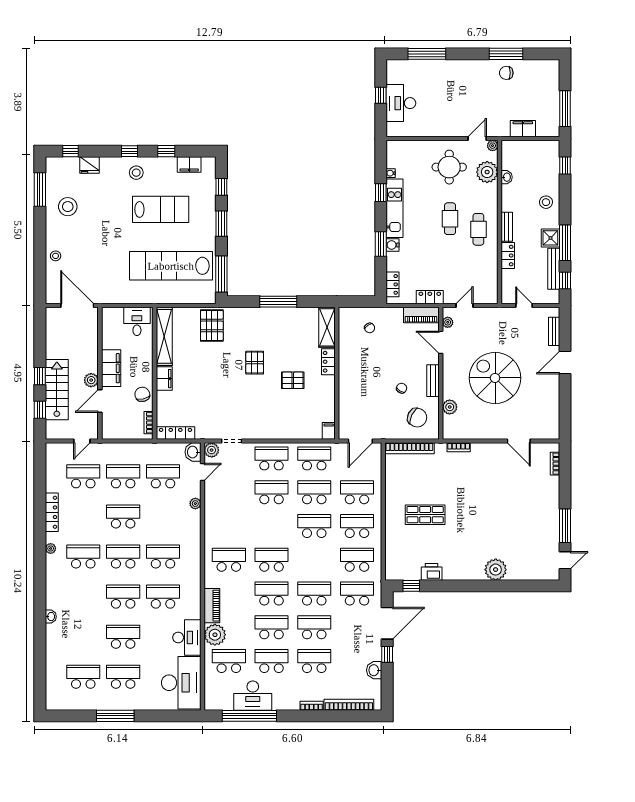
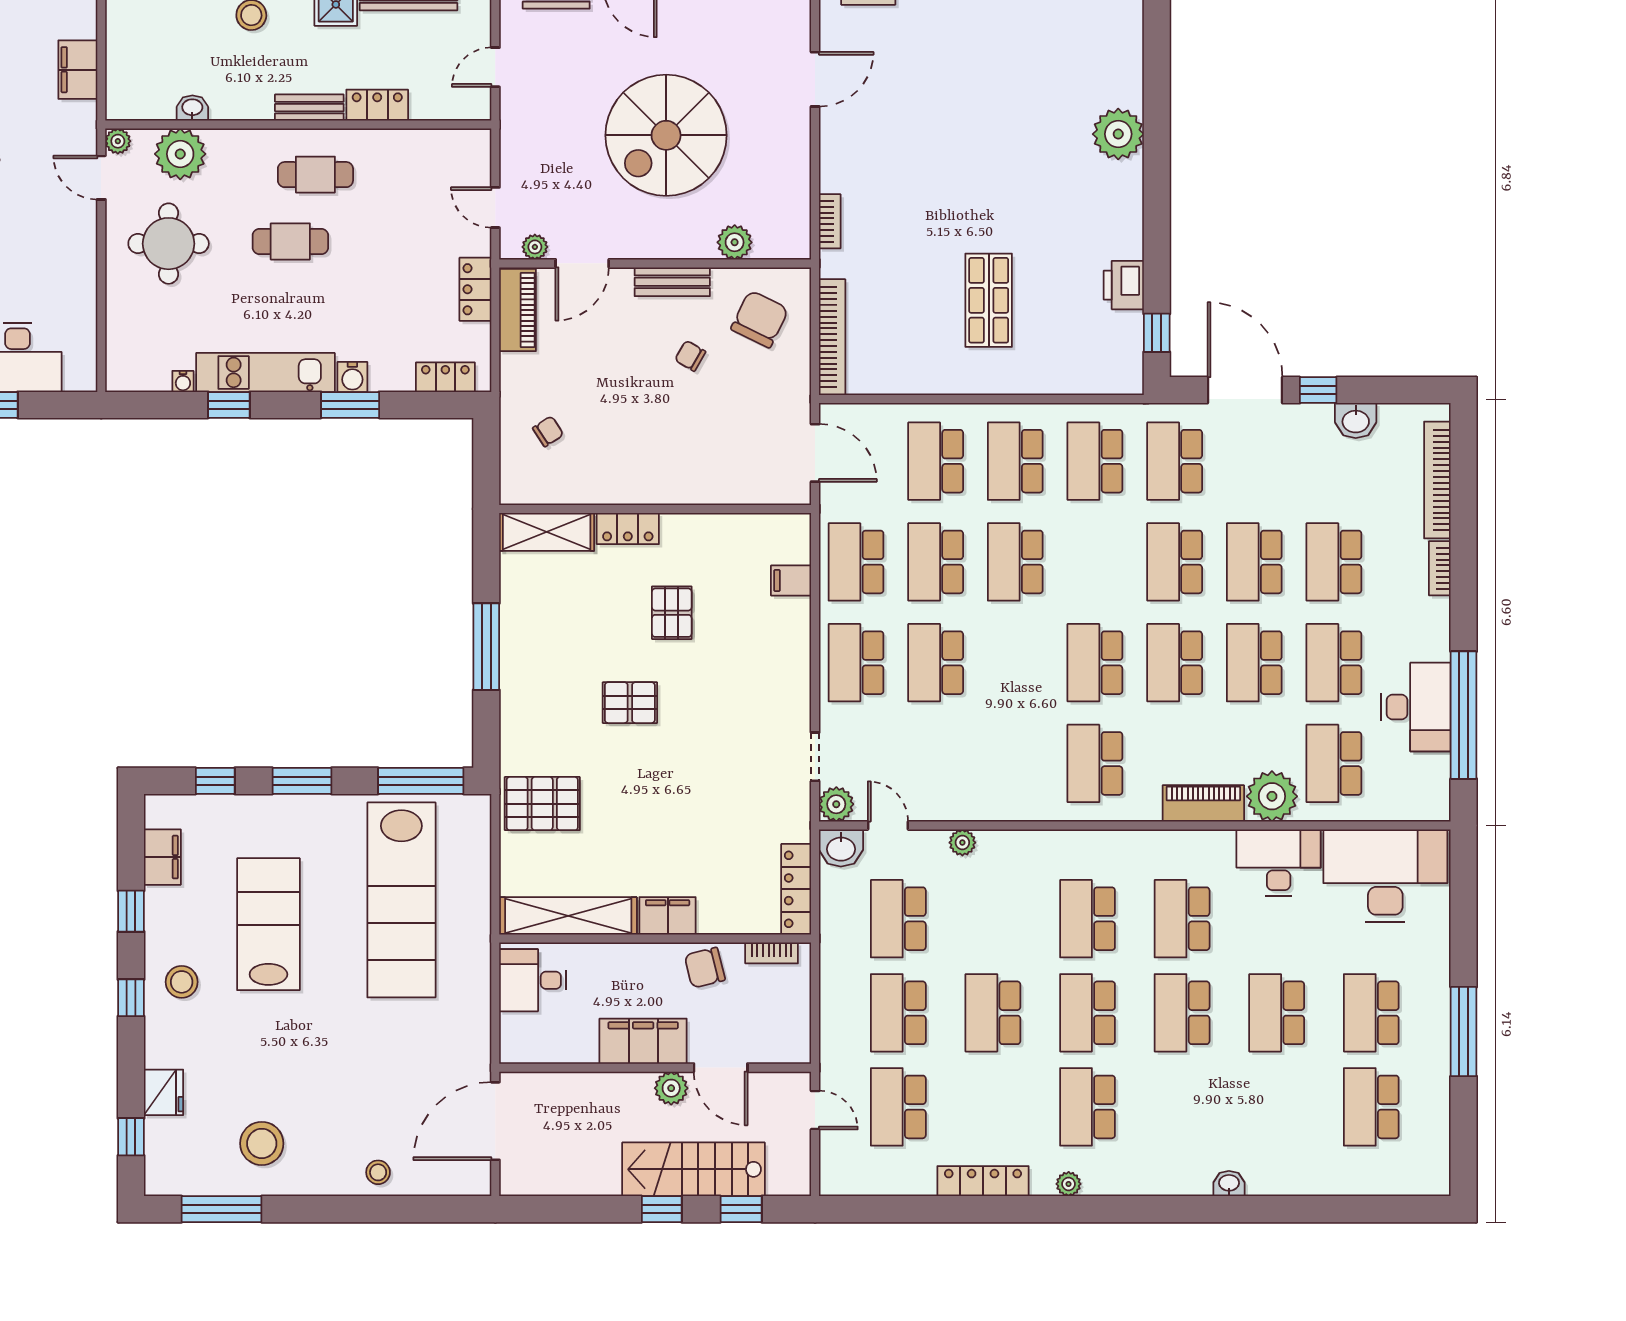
filing cabinet: (329, 431) -> (791, 580), moved

